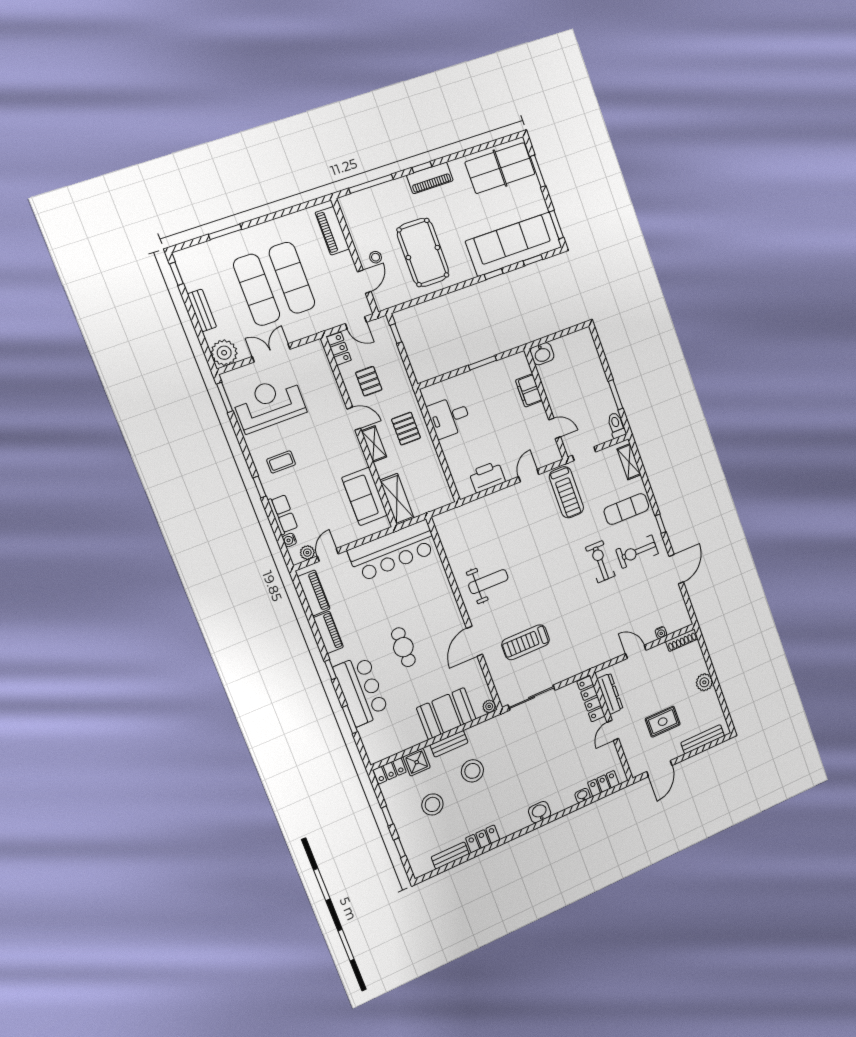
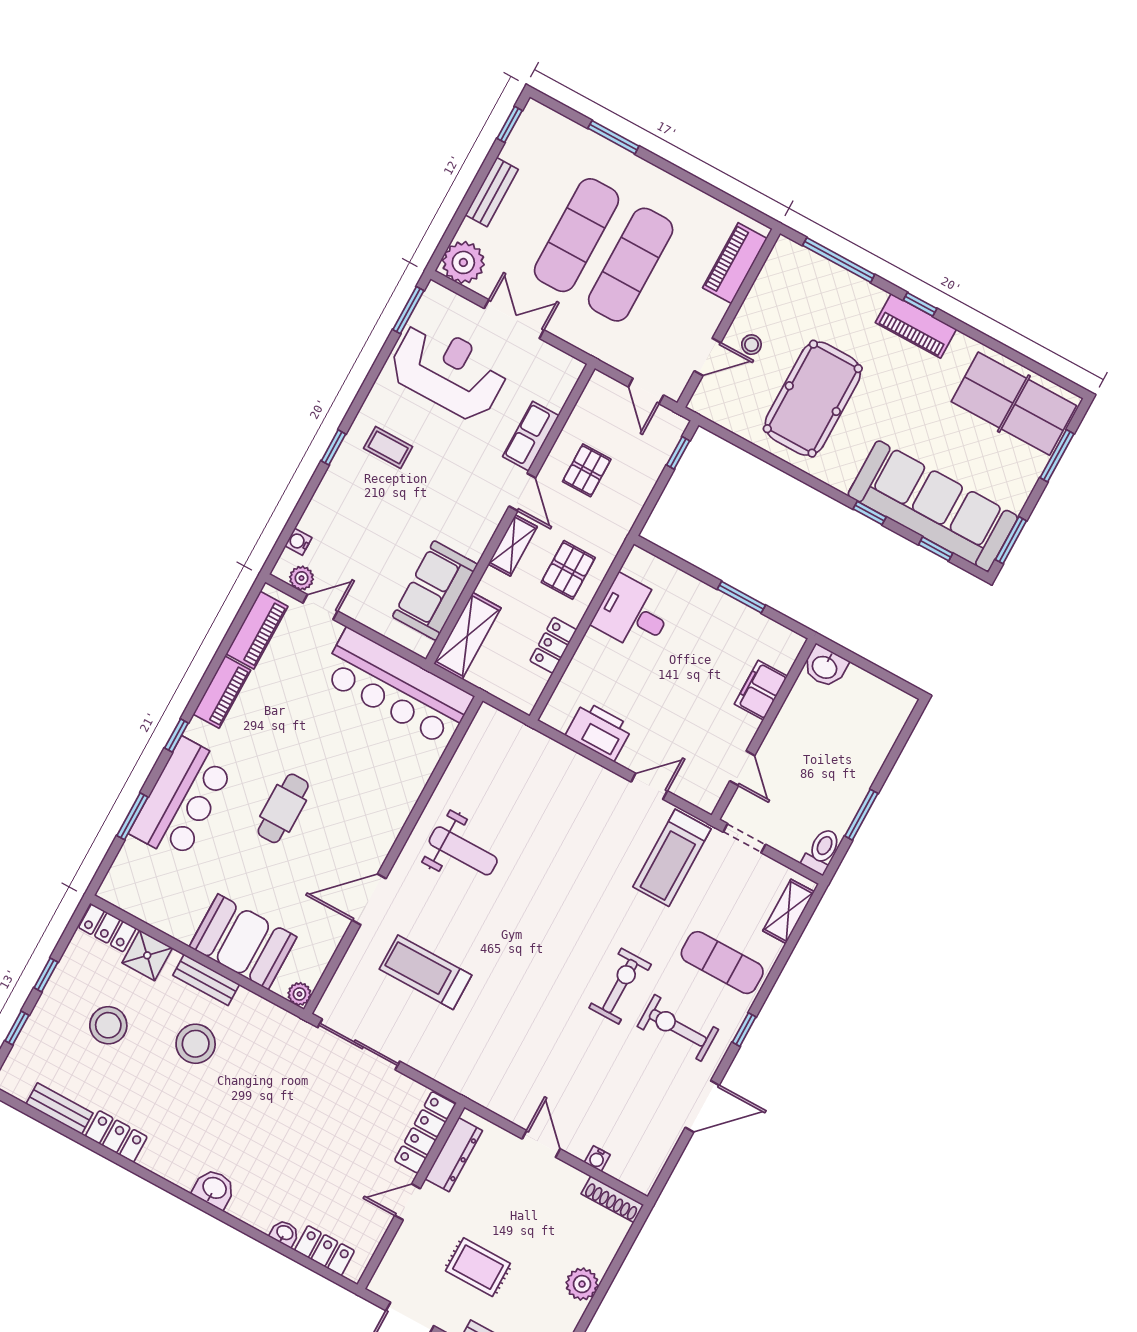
locker: (339, 349) -> (553, 645), moved, turned 180
row of seats: (283, 514) -> (531, 436), moved, turned 180

